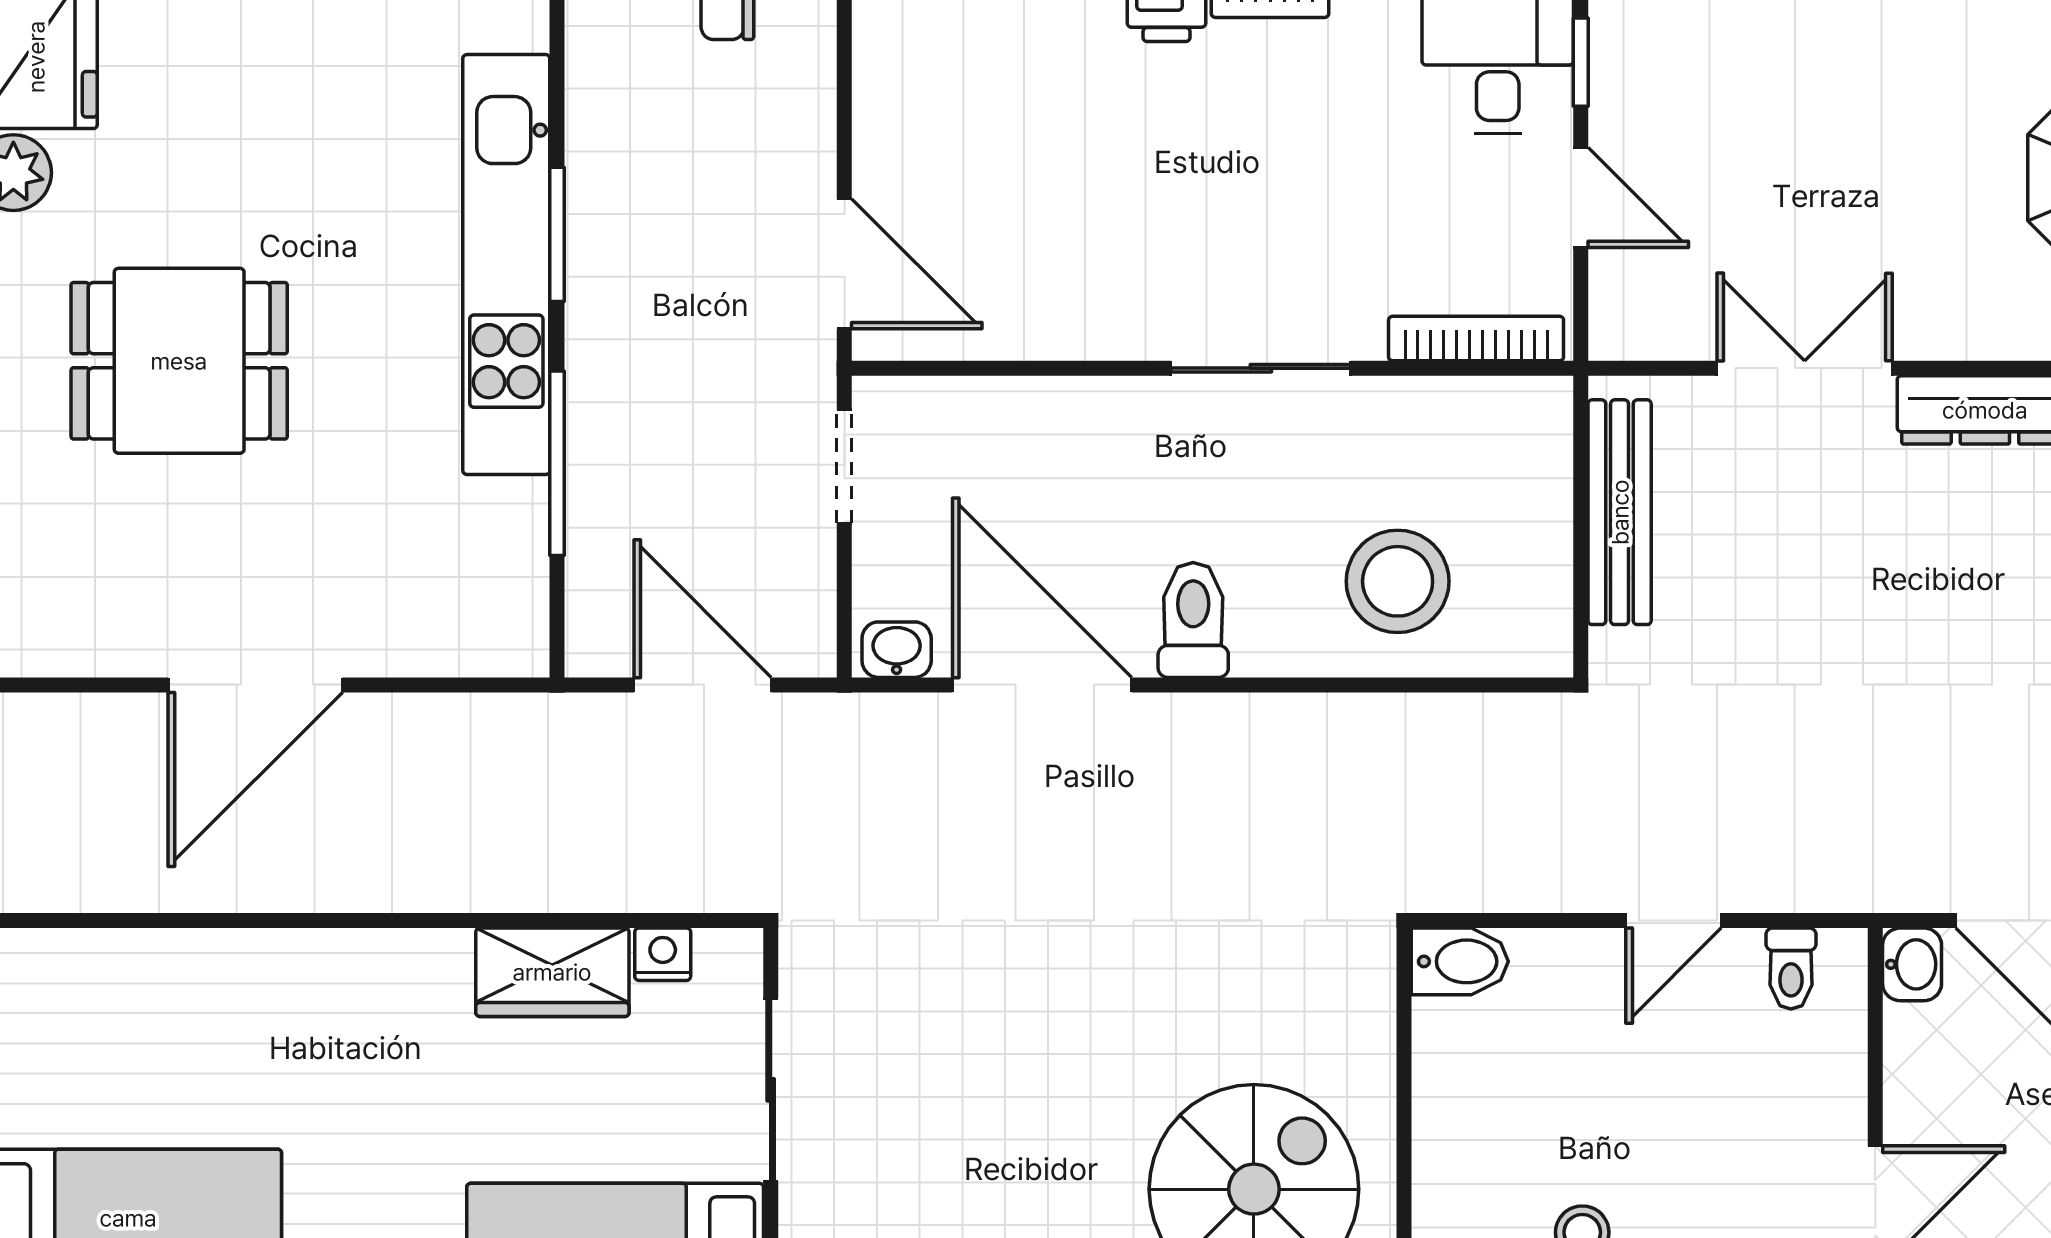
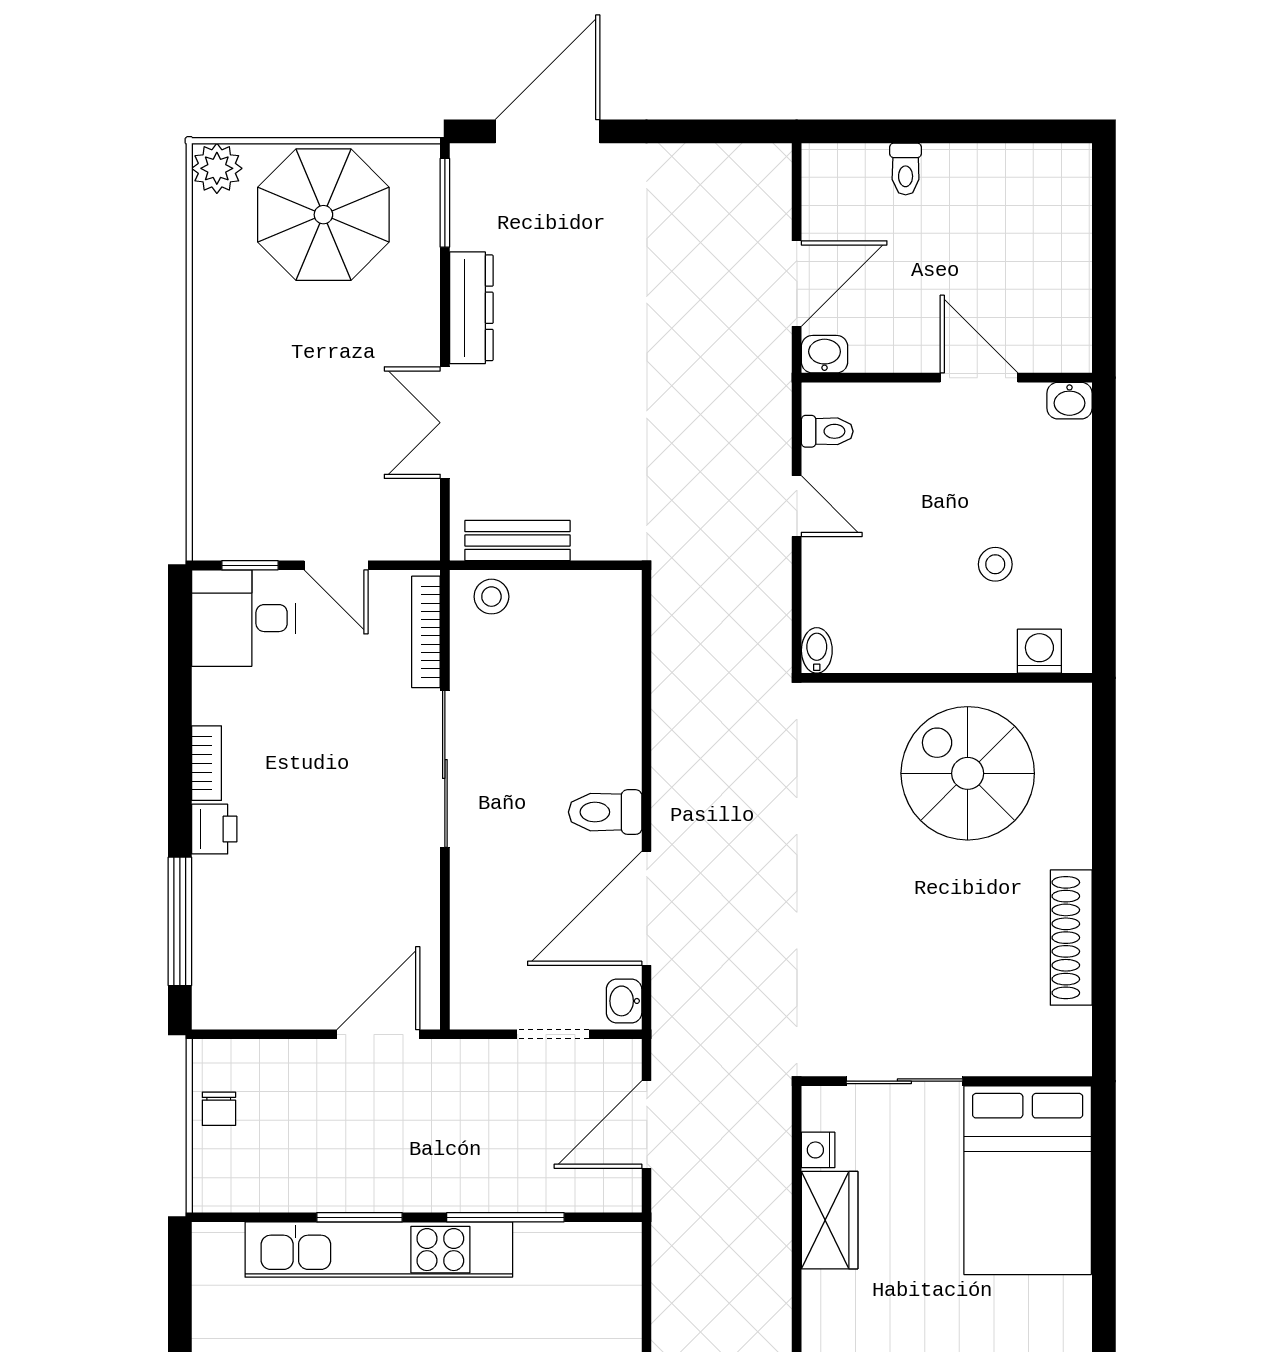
door: (1581, 198) -> (336, 565), swing flipped
sliding door: (1261, 368) -> (445, 769), width x1.37
doorway: (844, 466) -> (553, 1034), moved
bench: (1620, 512) -> (517, 540), width x0.73
stool: (1398, 581) -> (491, 597), moved, width x0.53, depth x0.53
bidet: (1460, 961) -> (817, 650), width x0.72, depth x0.74

